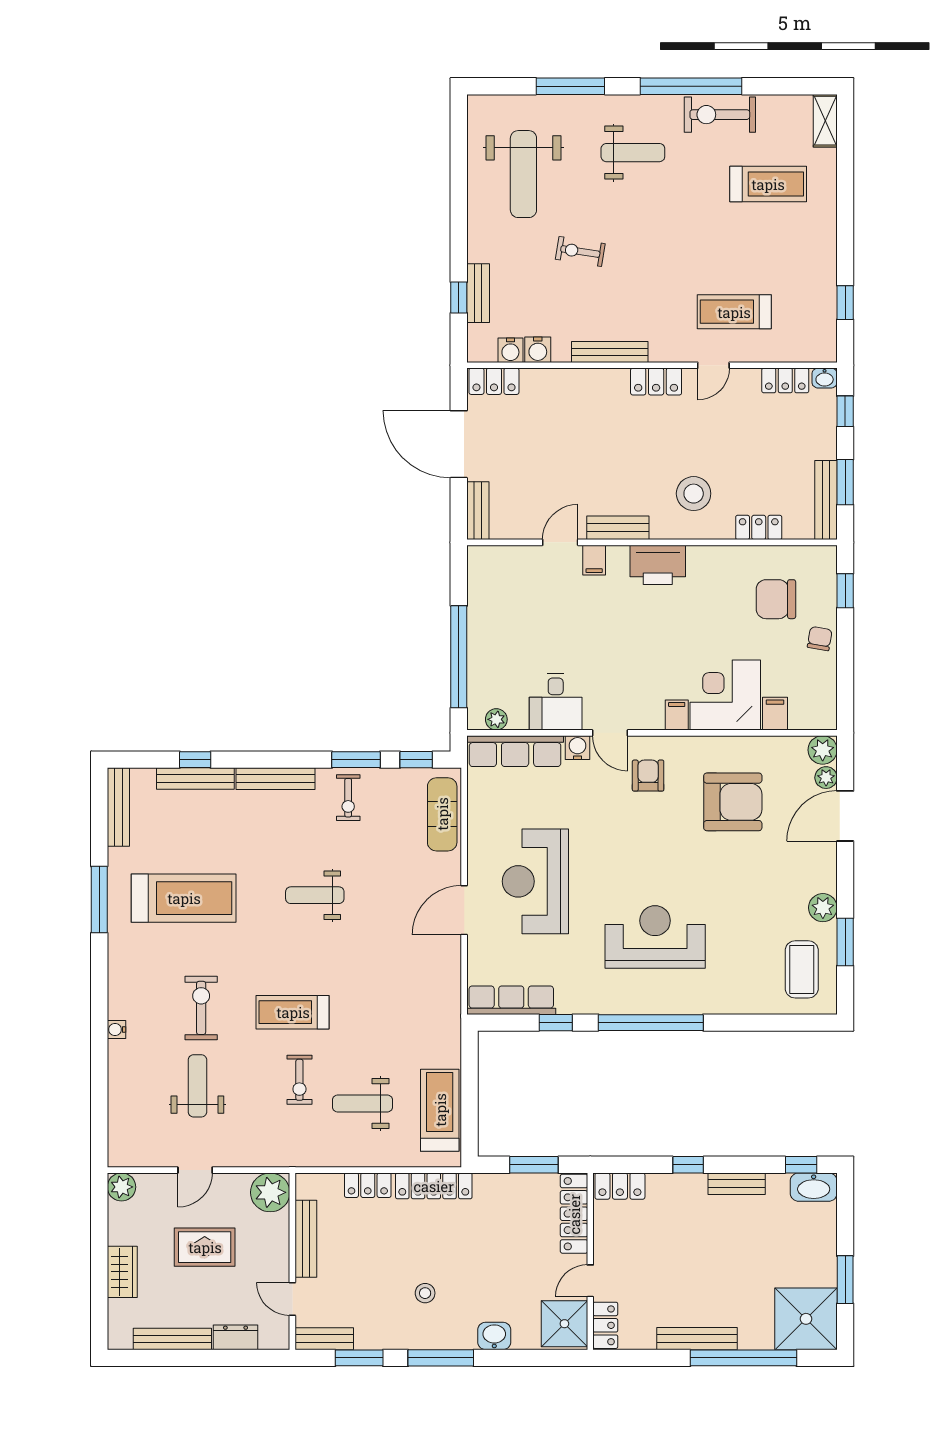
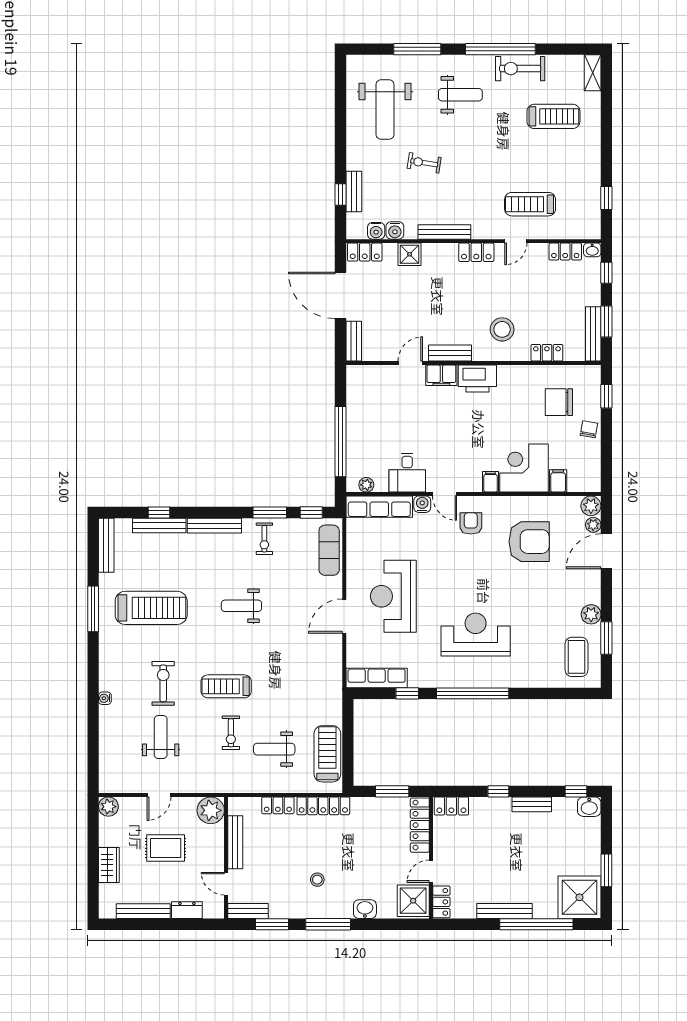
shower: (559, 384) -> (410, 254), added
filing cabinet: (594, 560) -> (441, 375), width x2.00
washbasin: (814, 1187) -> (589, 807), width x0.72

